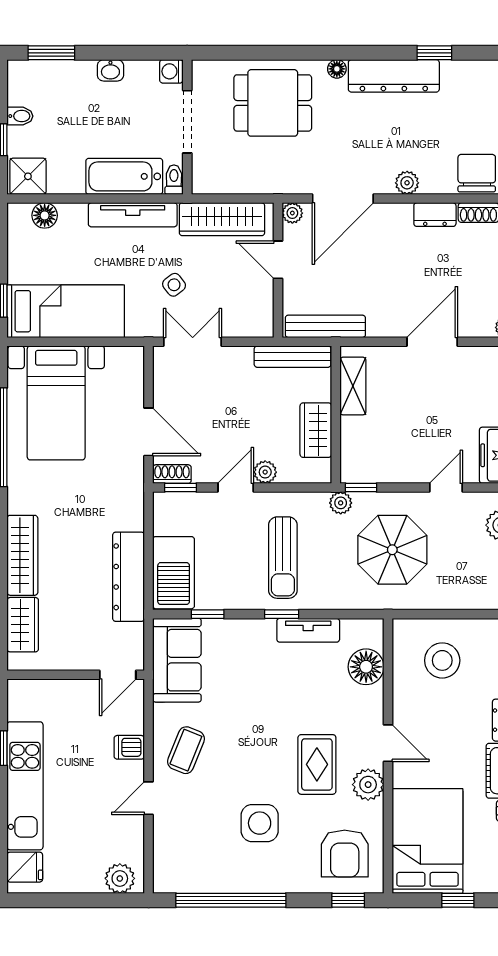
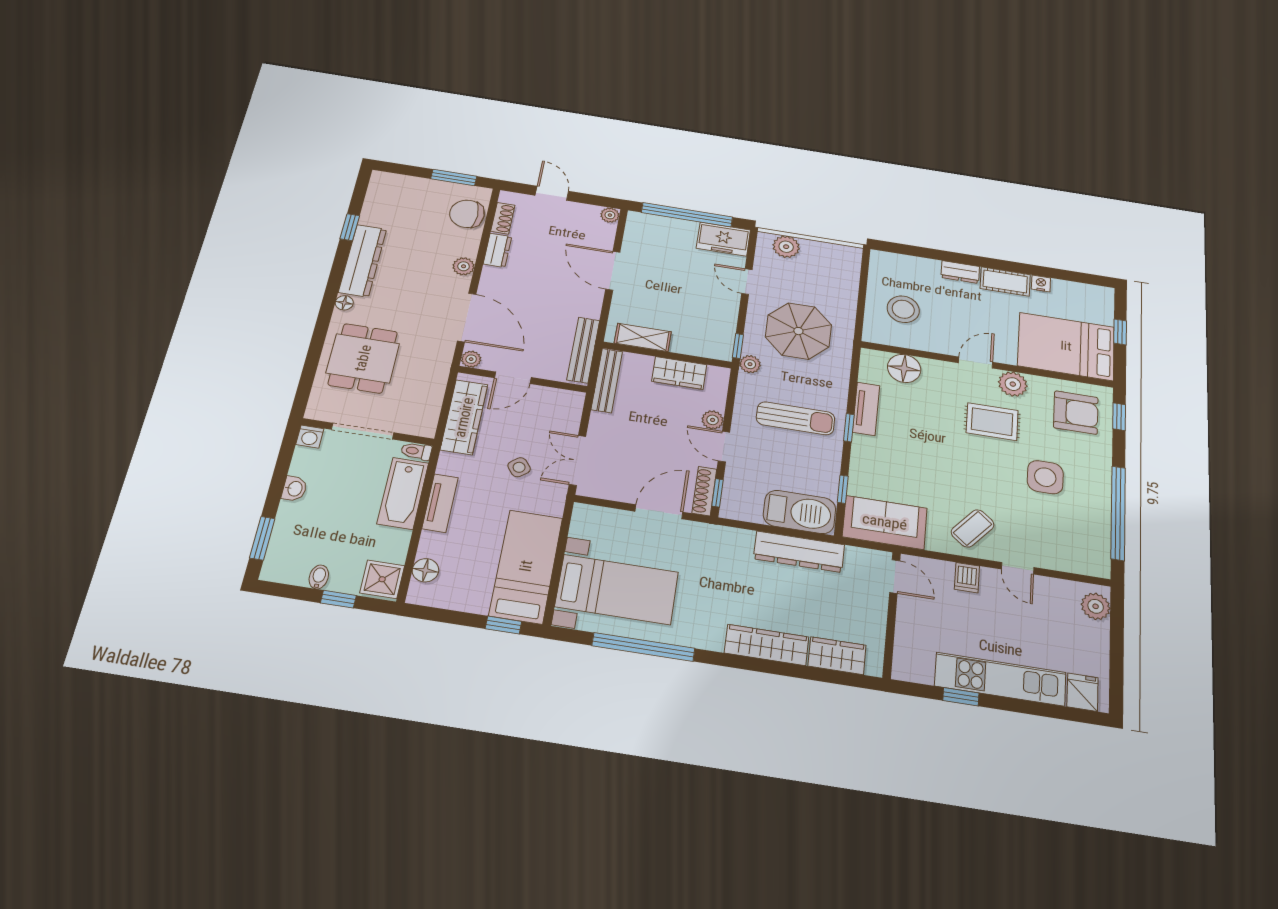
tv unit: (133, 215) -> (440, 503), width x0.71
shoe rack: (172, 474) -> (704, 491), width x1.43
coffee table: (186, 750) -> (973, 528), turned -72

